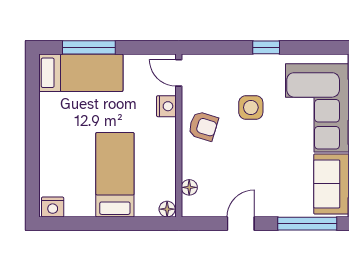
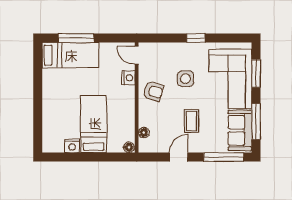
coffee table: (260, 170) -> (191, 121), added
nightstand: (53, 207) -> (72, 146), moved

